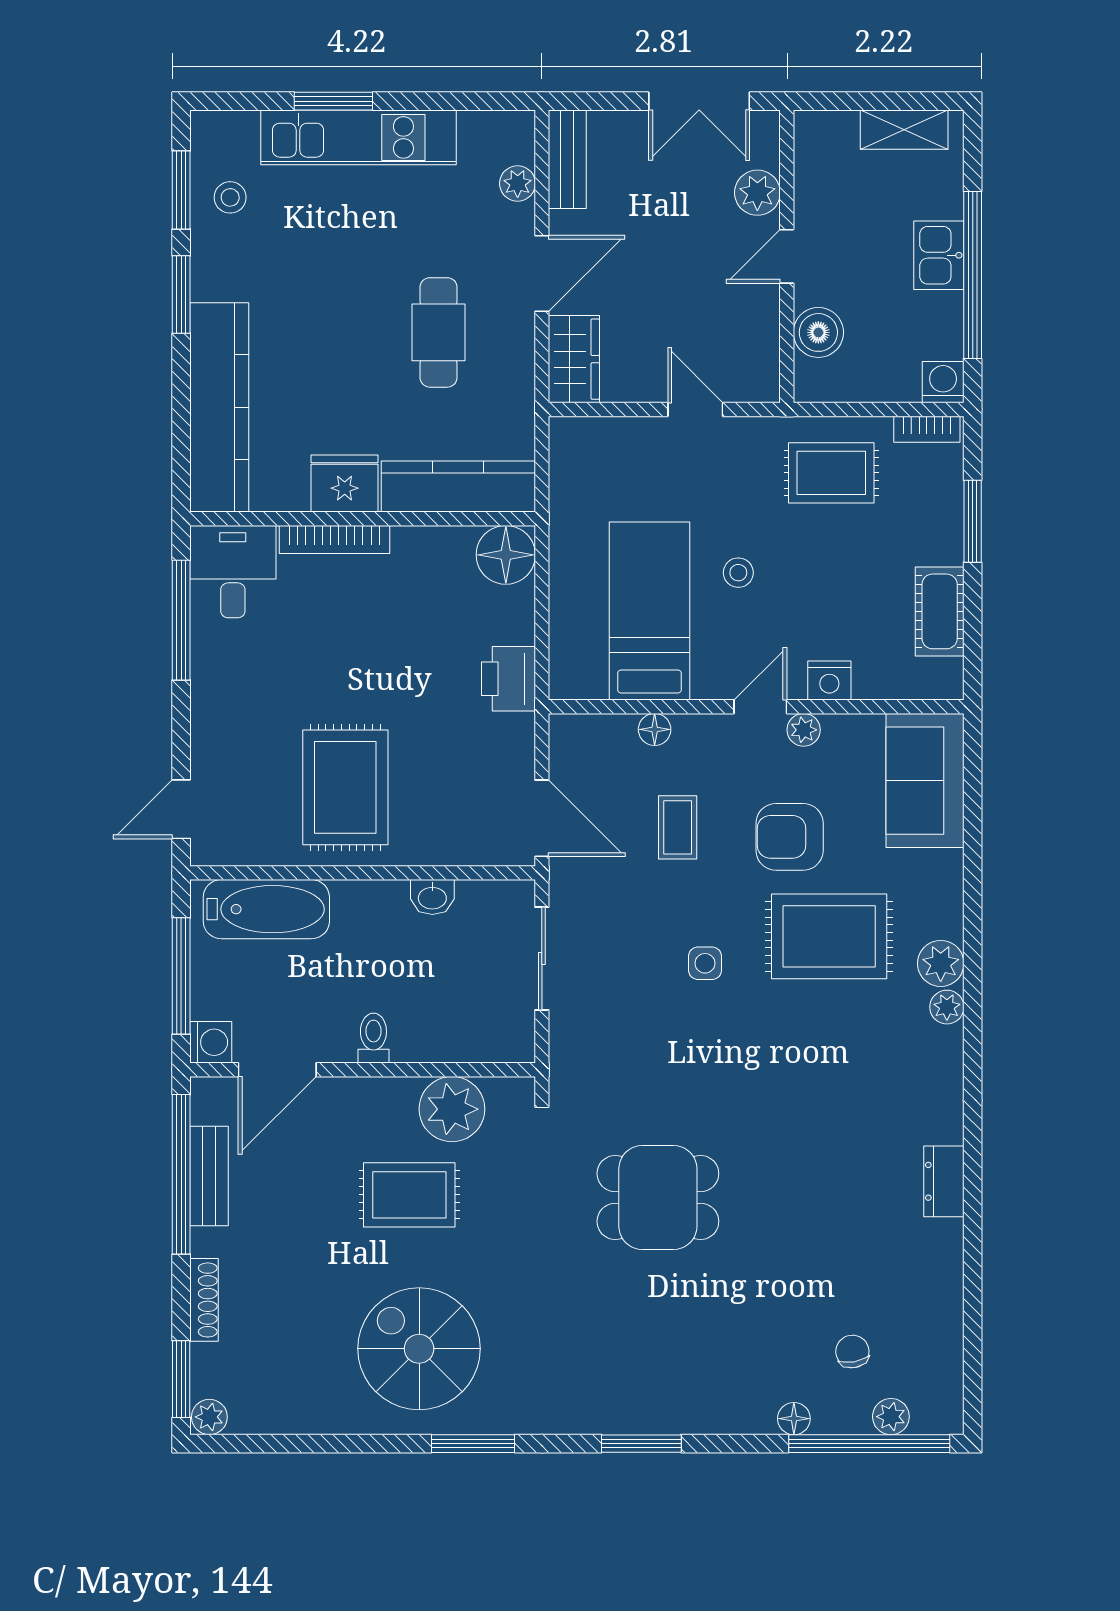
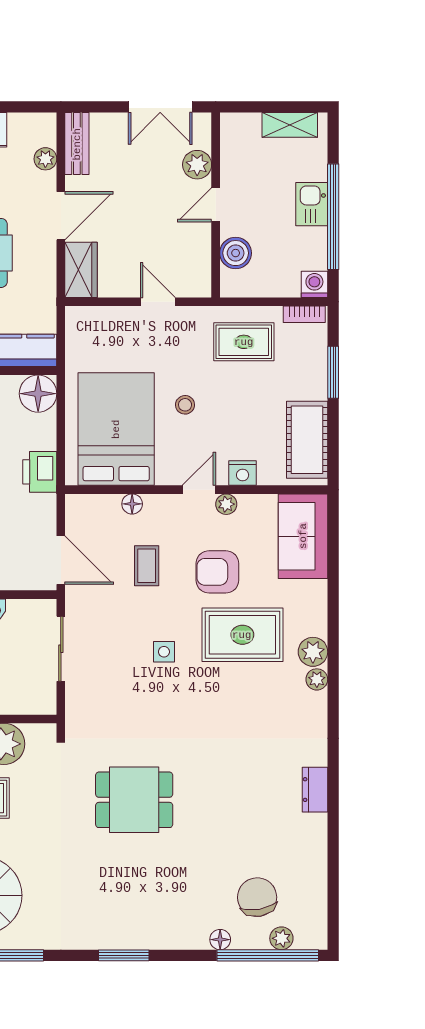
bed: (650, 611) -> (116, 429), width x1.50
cot: (940, 611) -> (307, 440), width x1.37, depth x1.34
chair: (852, 1351) -> (257, 897), width x1.87, depth x1.87

